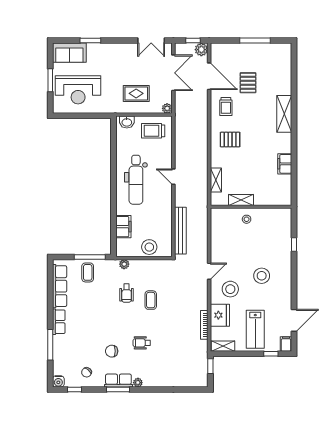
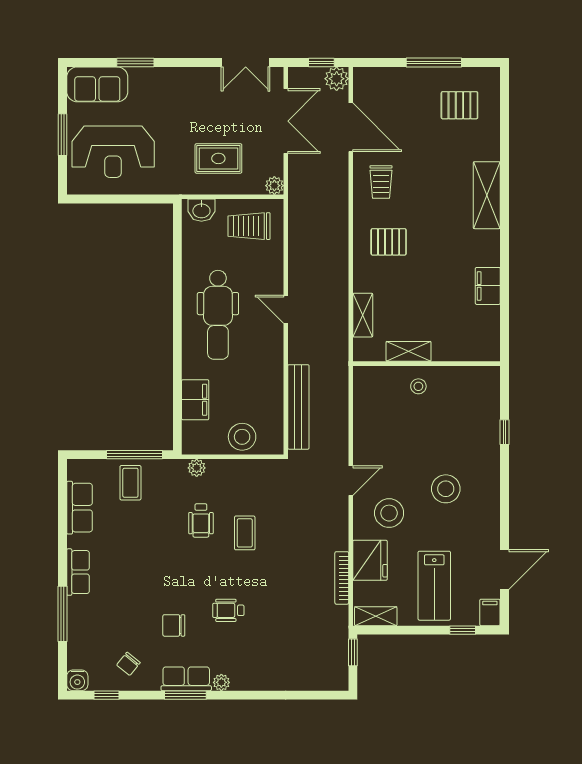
pallet: (248, 83) -> (459, 105), moved, turned 90
row of seats: (60, 286) -> (80, 508), width x0.68

